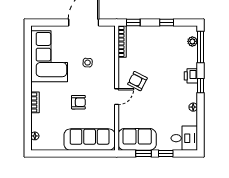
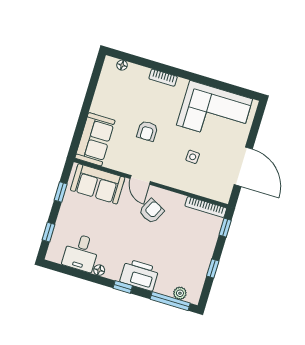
printer: (191, 76) -> (139, 275), width x1.87, depth x1.48
desk: (184, 138) -> (81, 253), moved
sofa: (137, 139) -> (98, 184), moved, turned 90
sofa: (90, 140) -> (95, 139), width x0.73
window: (166, 153) -> (49, 232), moved

